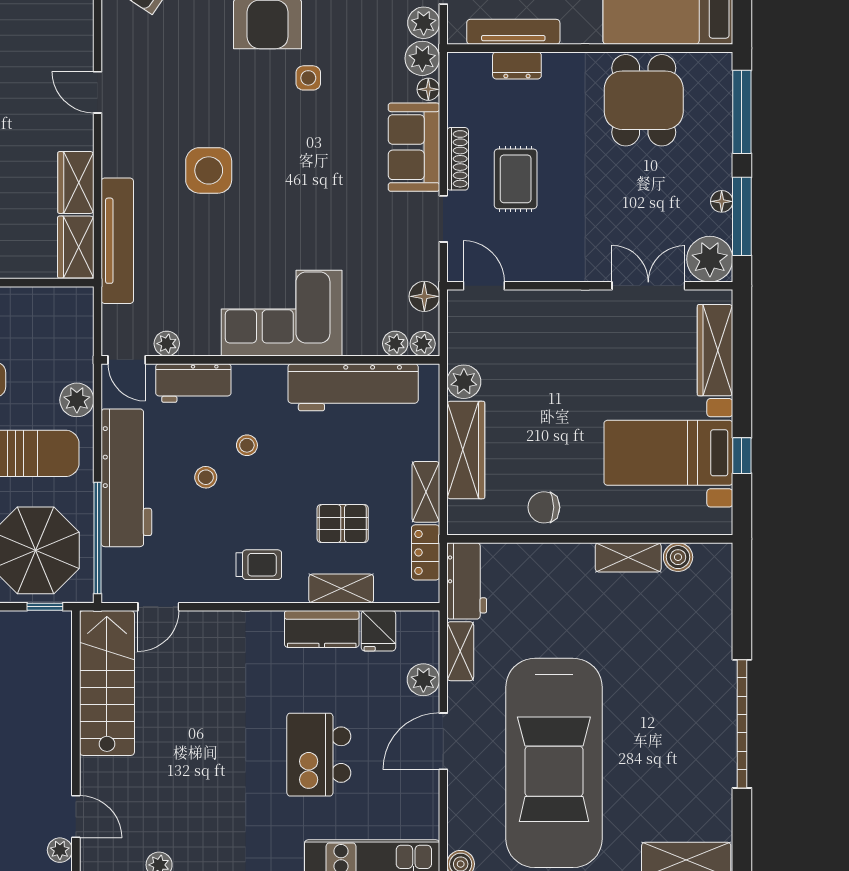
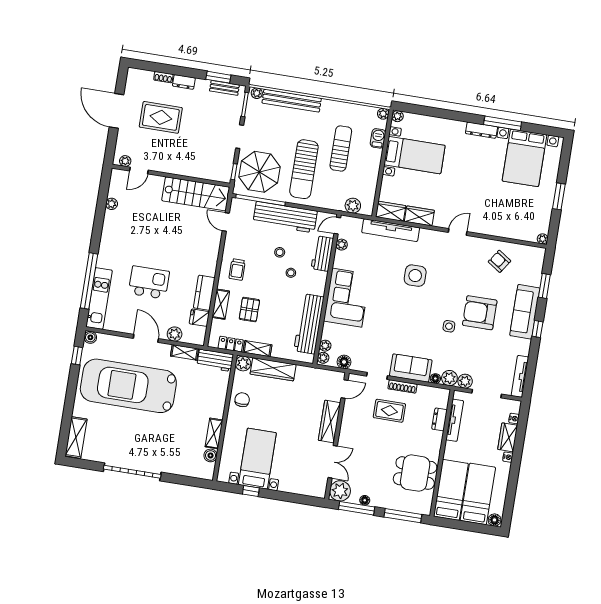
wardrobe: (715, 350) -> (329, 421), moved, turned -90
plant: (464, 382) -> (243, 363), moved
plant: (77, 400) -> (353, 206), moved

